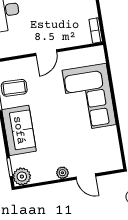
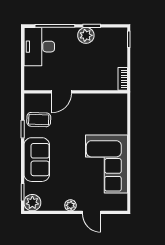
door: (46, 53) -> (62, 92), moved
corner sofa: (89, 97) -> (107, 164), moved

